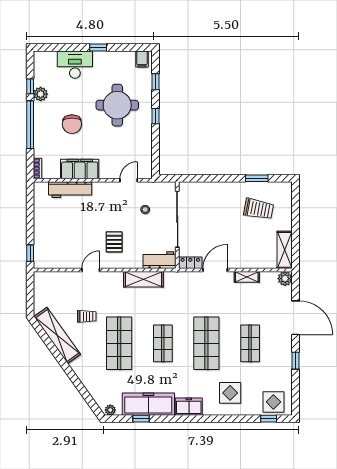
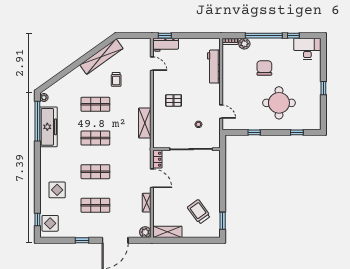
filing cabinet: (142, 59) -> (315, 122), removed
desk: (75, 65) -> (307, 49), moved, turned -90
plant: (41, 94) -> (244, 44), moved
window: (156, 116) -> (254, 132), moved
chair: (72, 124) -> (264, 68), turned 90
filing cabinet: (80, 169) -> (230, 74), removed
window: (257, 178) -> (223, 221), moved
trolley: (259, 209) -> (199, 212), turned 133
workbench: (160, 260) -> (166, 45), moved, turned 90
door: (91, 270) -> (152, 64), moved
shop shelf: (119, 343) -> (95, 104), width x0.70, depth x0.74
shop shelf: (206, 343) -> (95, 172), width x0.70, depth x0.74
freezer: (189, 407) -> (47, 158), removed
window: (141, 419) -> (37, 121), width x3.17

